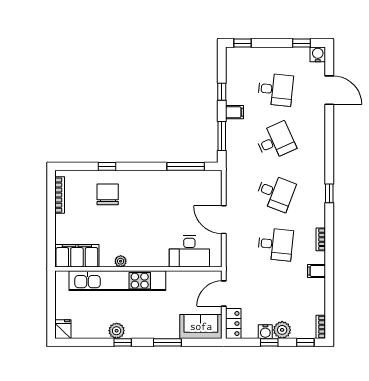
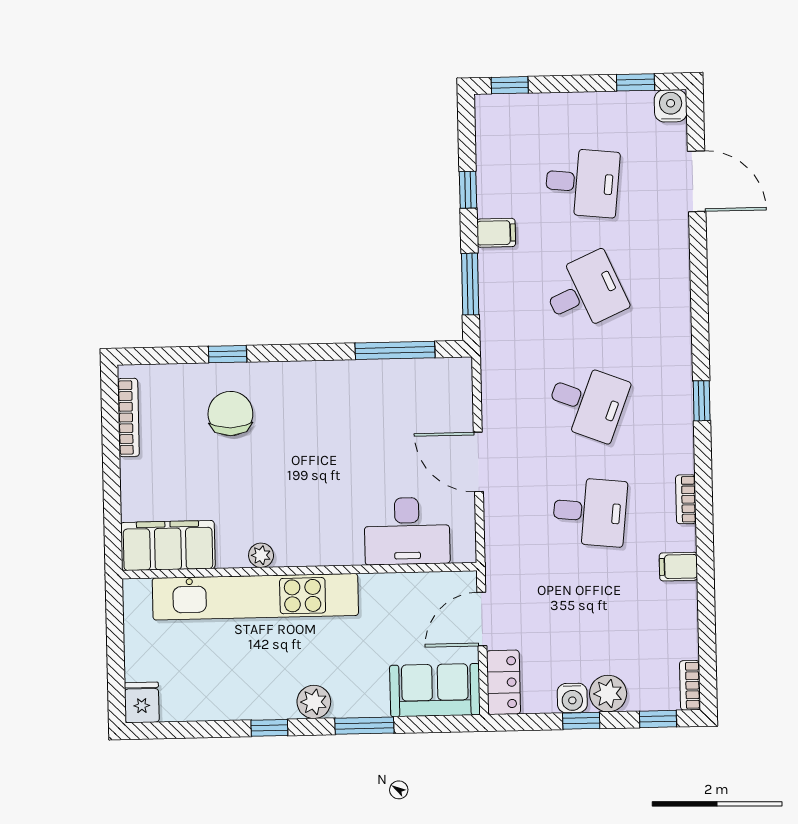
plant: (117, 331) -> (314, 702), moved

